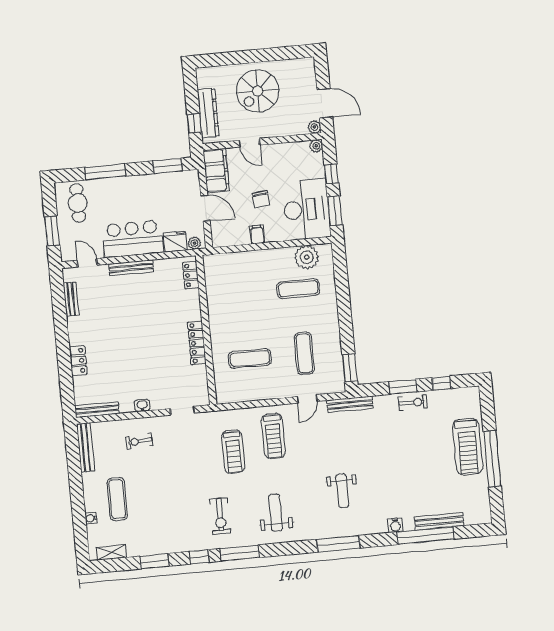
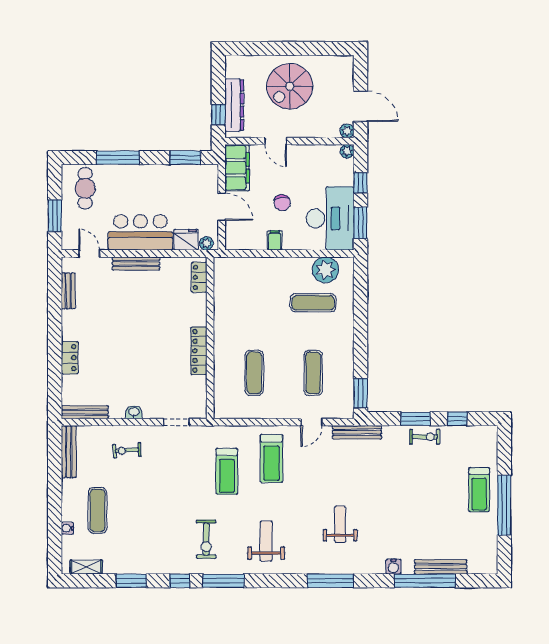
exercise mat: (250, 358) -> (254, 373), turned 90
treadmill: (468, 447) -> (479, 490), width x0.73, depth x0.73
weight bench: (342, 491) -> (340, 524), turned 180

